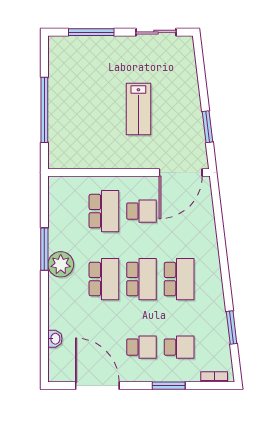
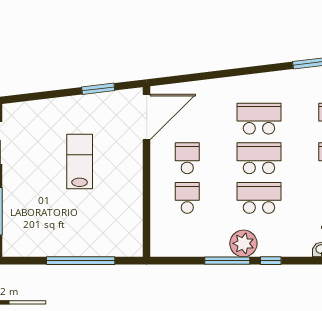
lab bench: (138, 109) -> (80, 162), turned -90
door: (181, 173) -> (147, 117), hinge flipped
school desk: (104, 211) -> (187, 198), width x0.54
window: (44, 290) -> (271, 261), added

